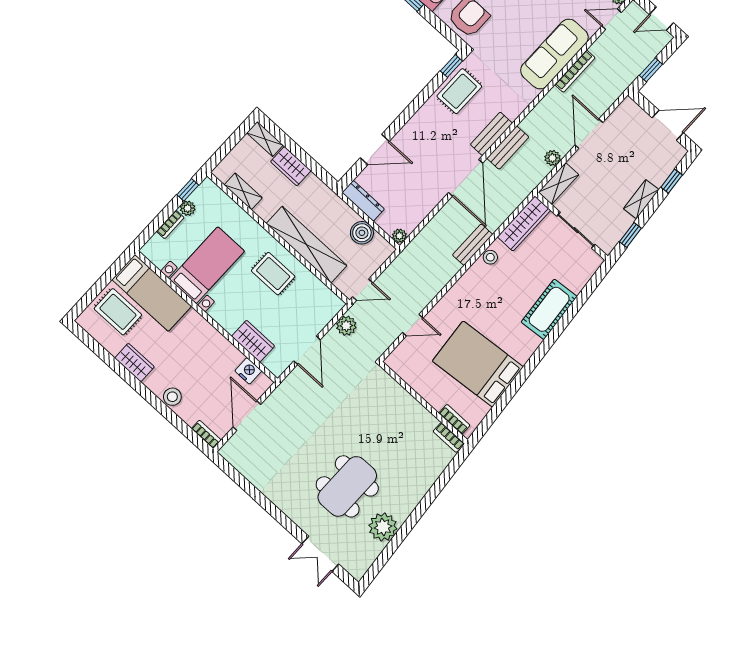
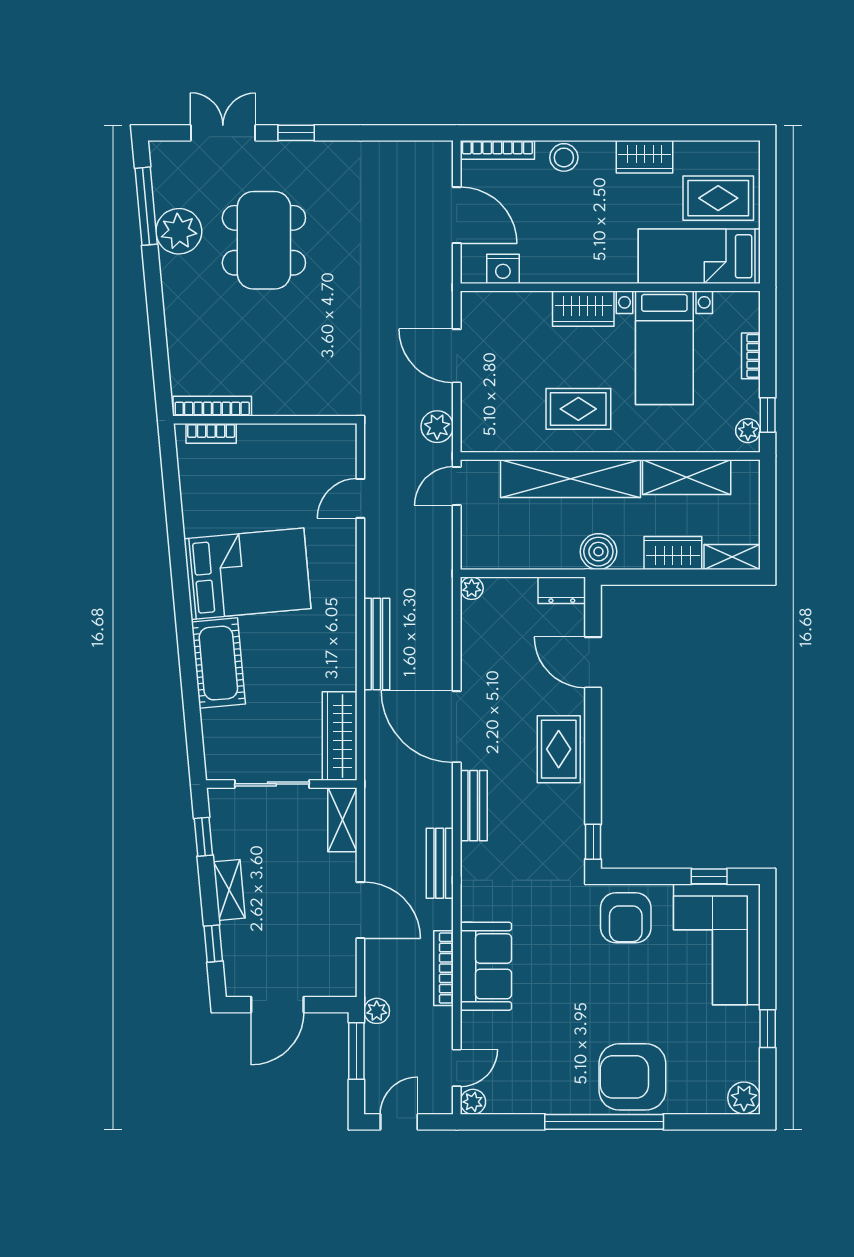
sofa: (554, 54) -> (486, 966), width x0.73
window: (651, 70) -> (356, 1051), width x1.50
rug: (459, 91) -> (559, 749), moved
bench: (508, 148) -> (440, 863), moved
door: (375, 149) -> (593, 662), hinge flipped
plant: (552, 158) -> (377, 1011), moved
shelving: (243, 191) -> (687, 477), width x1.50, depth x1.33
dresser: (363, 201) -> (562, 590), width x0.70
plant: (188, 208) -> (748, 431), moved
boiler: (362, 233) -> (598, 552), moved
bench: (473, 245) -> (377, 644), width x1.36
stool: (490, 257) -> (343, 661), removed
wardrobe: (253, 341) -> (583, 309), moved
bed: (478, 364) -> (247, 574), moved
bookcase: (206, 434) -> (497, 150), width x1.56
bookcase: (449, 437) -> (212, 406), width x1.56
window: (286, 523) -> (296, 133), added
window: (387, 553) -> (146, 206), added

